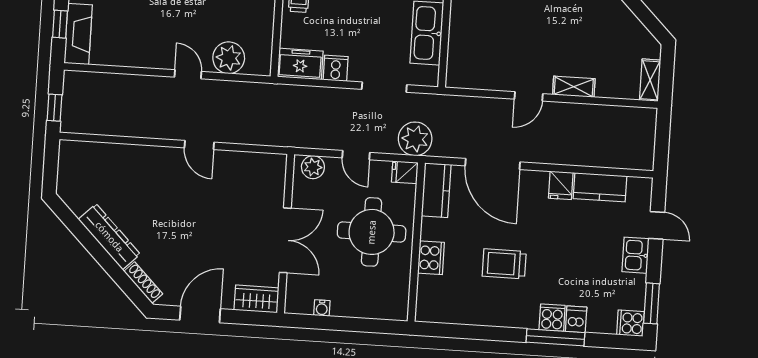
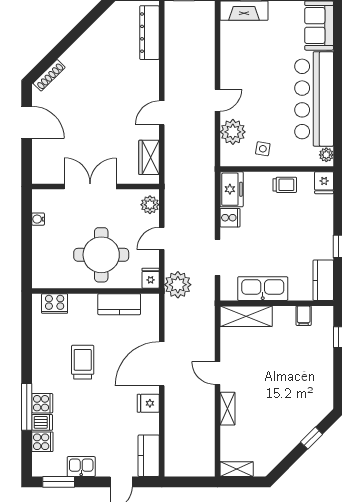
side table: (252, 22) -> (263, 149), added
shelving: (460, 56) -> (246, 316), added
door: (493, 164) -> (162, 364), moved
kitchen counter: (600, 187) -> (149, 456), moved
kitchen counter: (436, 190) -> (119, 304), moved
dresser: (109, 237) -> (149, 33), moved, turned 135
double door: (285, 240) -> (90, 186), swing flipped
kitchen sink: (636, 255) -> (81, 467), moved
cooker: (431, 258) -> (55, 304), moved
wardrobe: (256, 299) -> (149, 157), moved, turned 180
cooker: (631, 323) -> (42, 442), moved, turned 90

